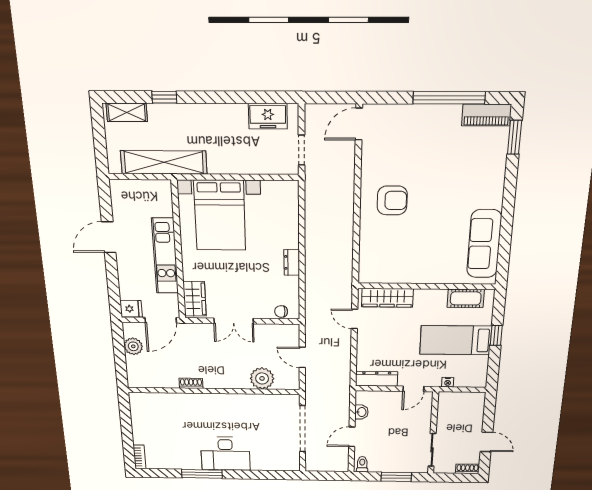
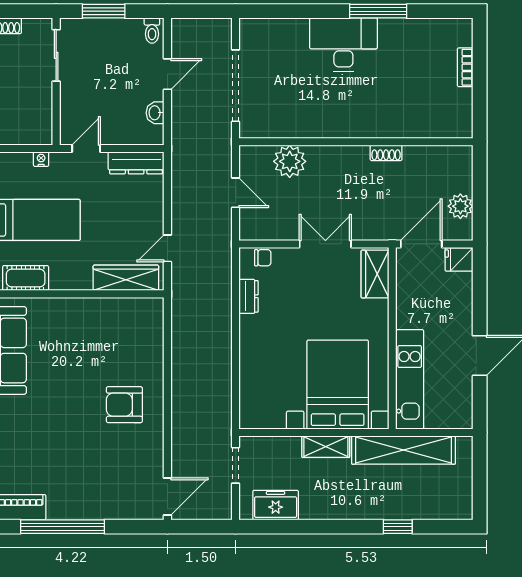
shelving: (127, 112) -> (326, 447), moved
kitchen unit: (165, 256) -> (410, 379), moved
dresser: (292, 262) -> (249, 296), moved
door: (354, 319) -> (167, 248), swing flipped
bookcase: (139, 457) -> (465, 67), moved

